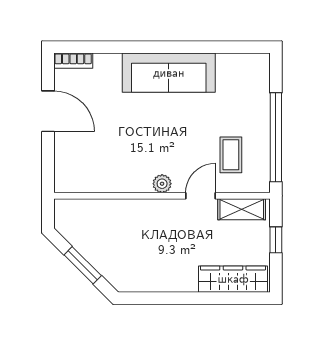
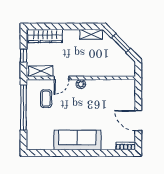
shelving: (142, 282) -> (91, 34), added

